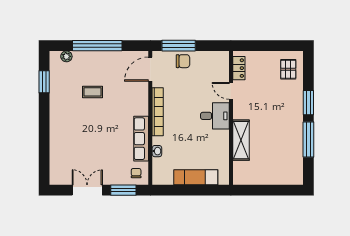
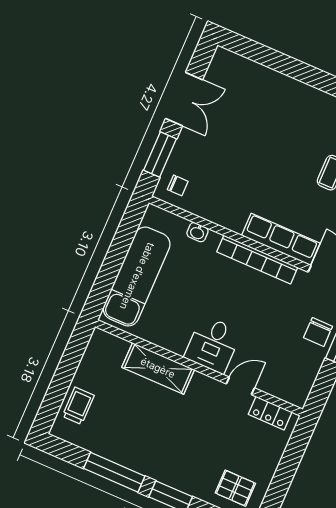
row of seats: (141, 139) -> (281, 239), moved
trolley: (281, 175) -> (78, 406), added
exam couch: (196, 177) -> (137, 276), width x1.36, depth x1.45

